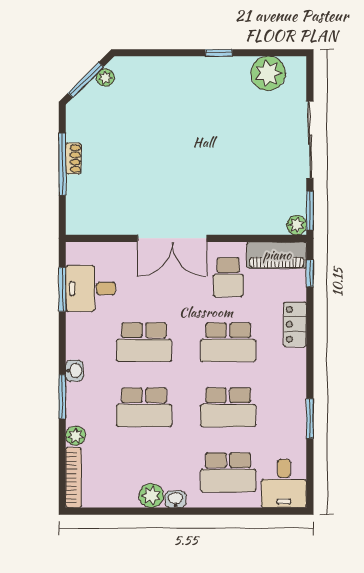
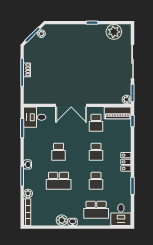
desk: (91, 288) -> (35, 117), moved
locker: (295, 324) -> (126, 162), moved
school desk: (144, 342) -> (59, 152), width x0.54
school desk: (228, 342) -> (96, 152), width x0.54
school desk: (228, 407) -> (96, 181), width x0.54

